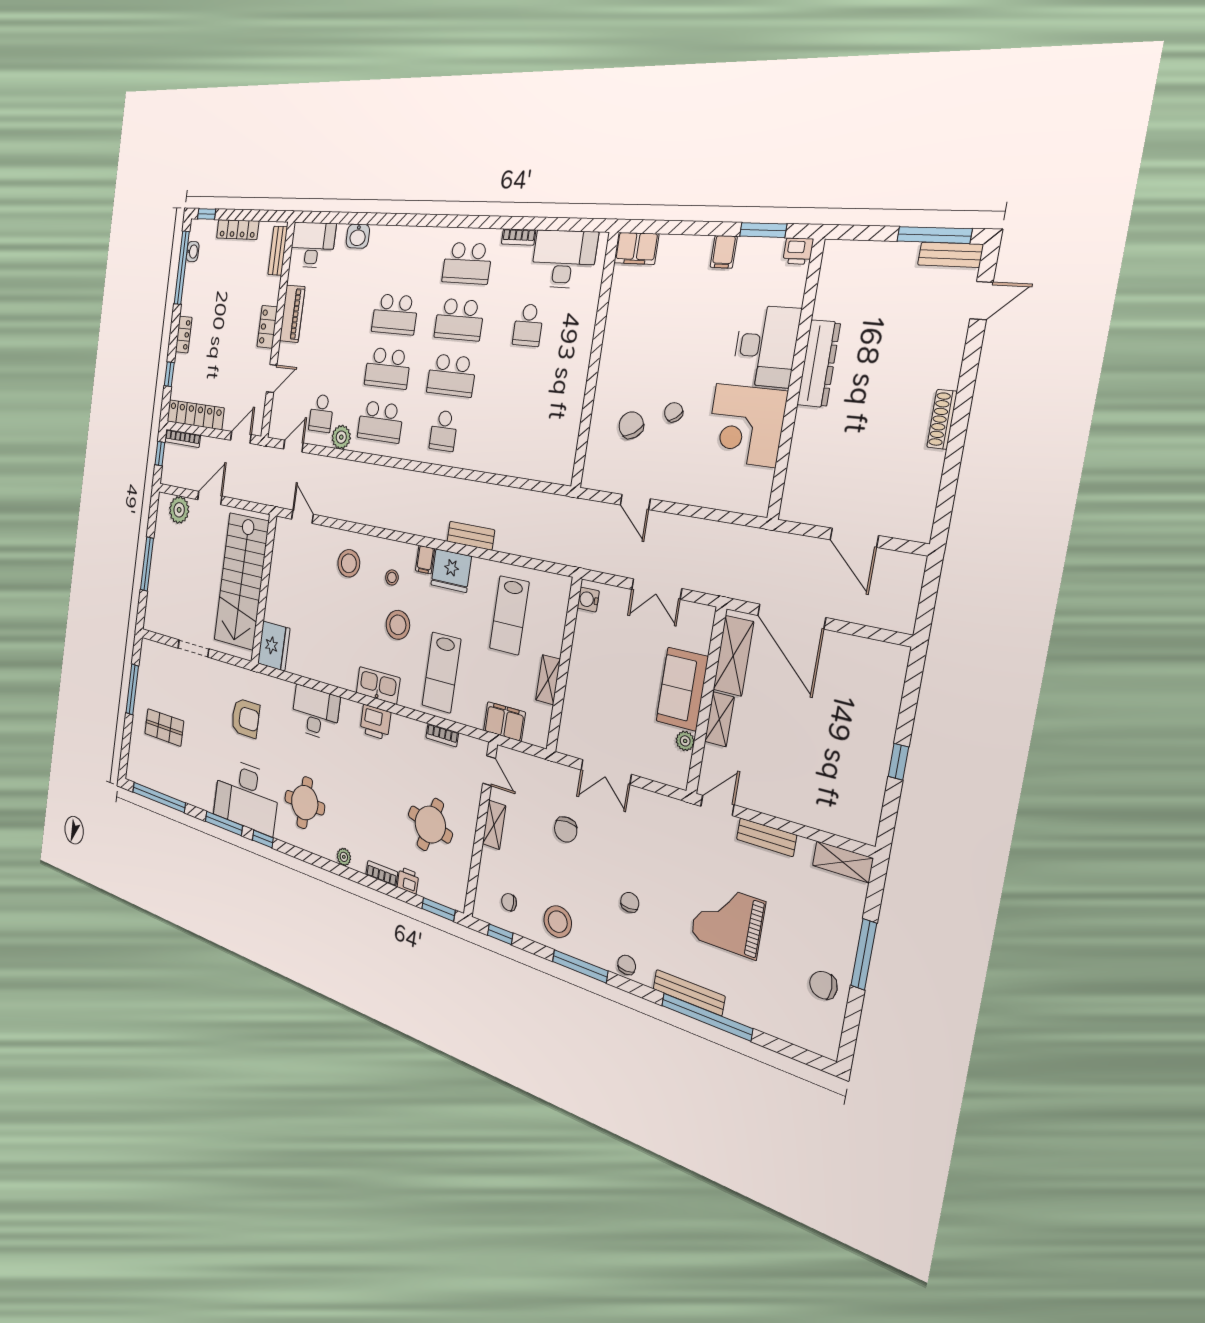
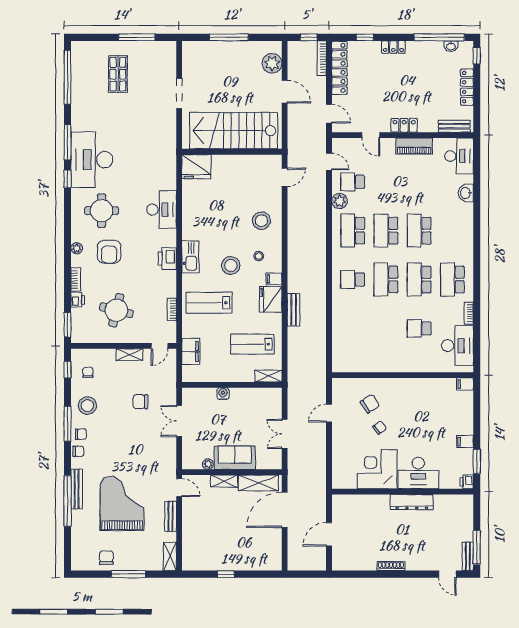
filing cabinet: (636, 248) -> (465, 384), width x0.50
water cooler: (588, 600) -> (223, 394), moved
shelving: (548, 680) -> (268, 376), moved
armchair: (245, 718) -> (109, 252), moved
chair: (630, 902) -> (81, 434), moved
grand piano: (728, 920) -> (122, 503), width x1.37, depth x1.48

